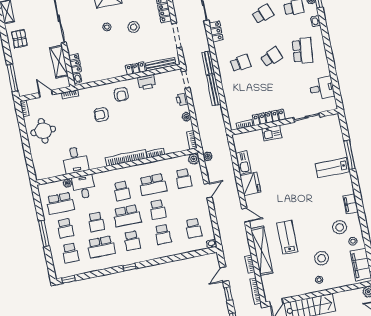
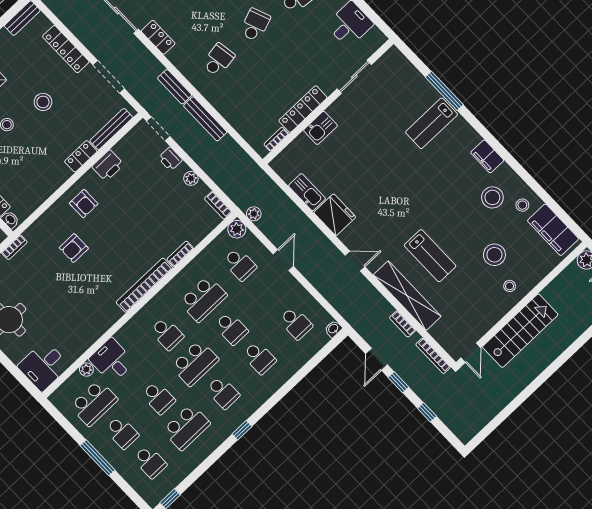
desk: (75, 160) -> (44, 366), moved, turned 90
lab bench: (287, 237) -> (430, 256), turned 180

